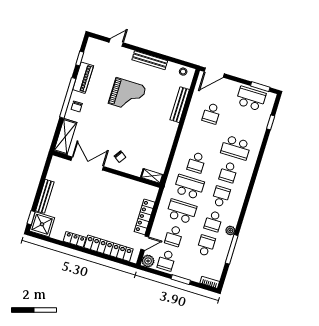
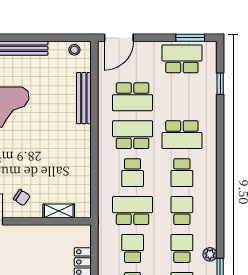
school desk: (211, 113) -> (133, 97), width x1.85
school desk: (204, 138) -> (133, 135), added
shelving: (152, 176) -> (59, 211), moved
school desk: (181, 211) -> (133, 248), width x0.54
school desk: (213, 221) -> (182, 248), turned 180

